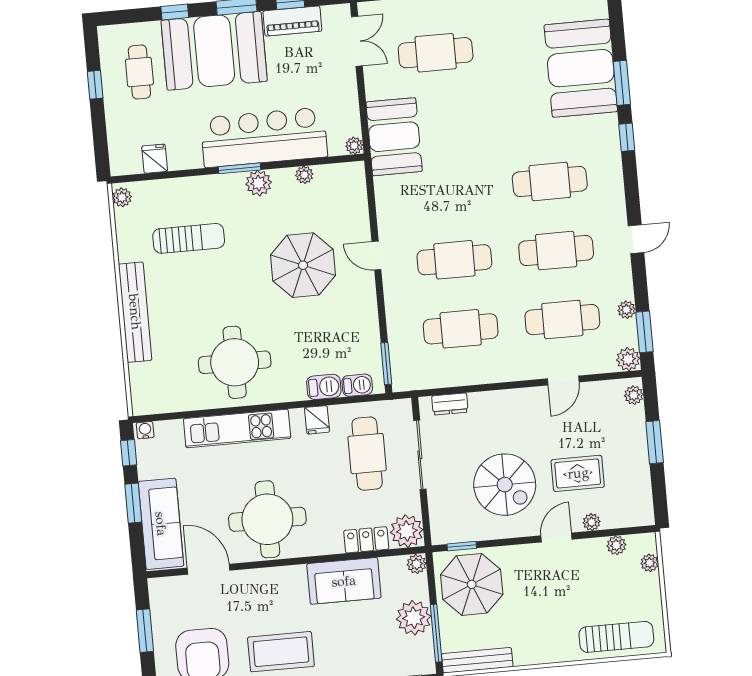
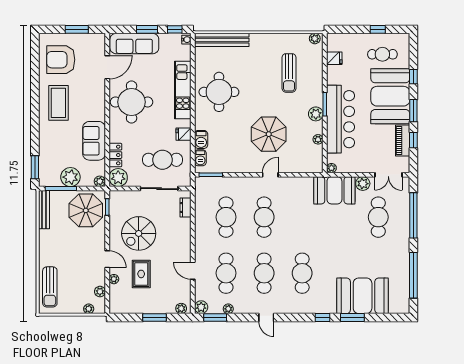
plant: (377, 86) -> (363, 184), added
bench: (135, 312) -> (222, 40), moved

